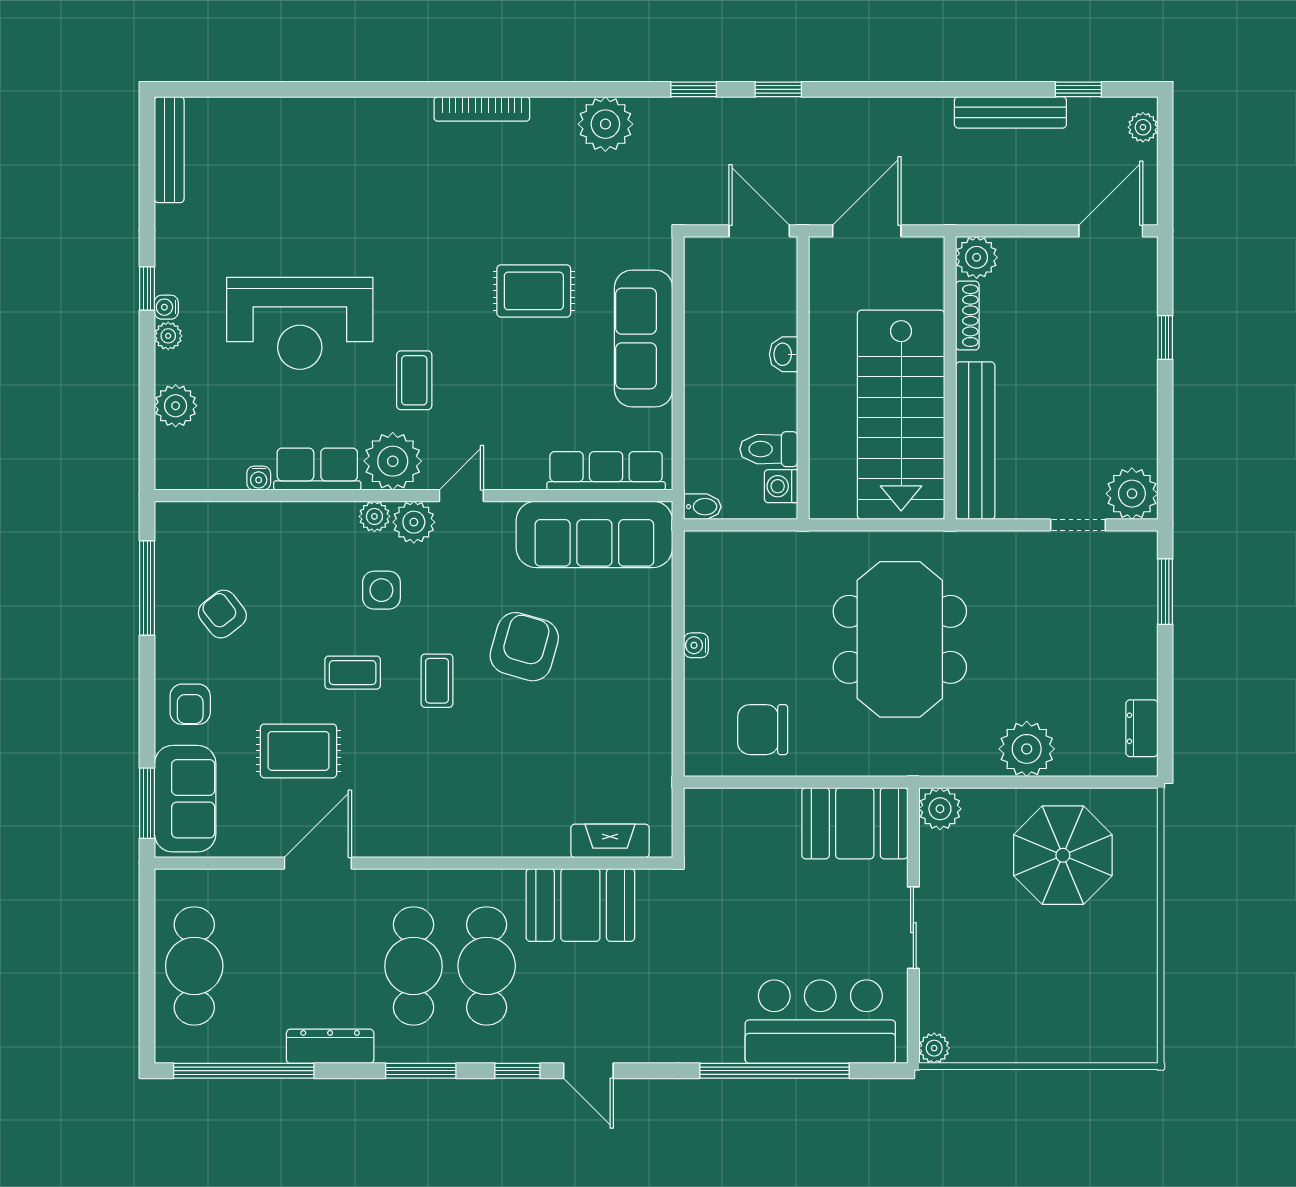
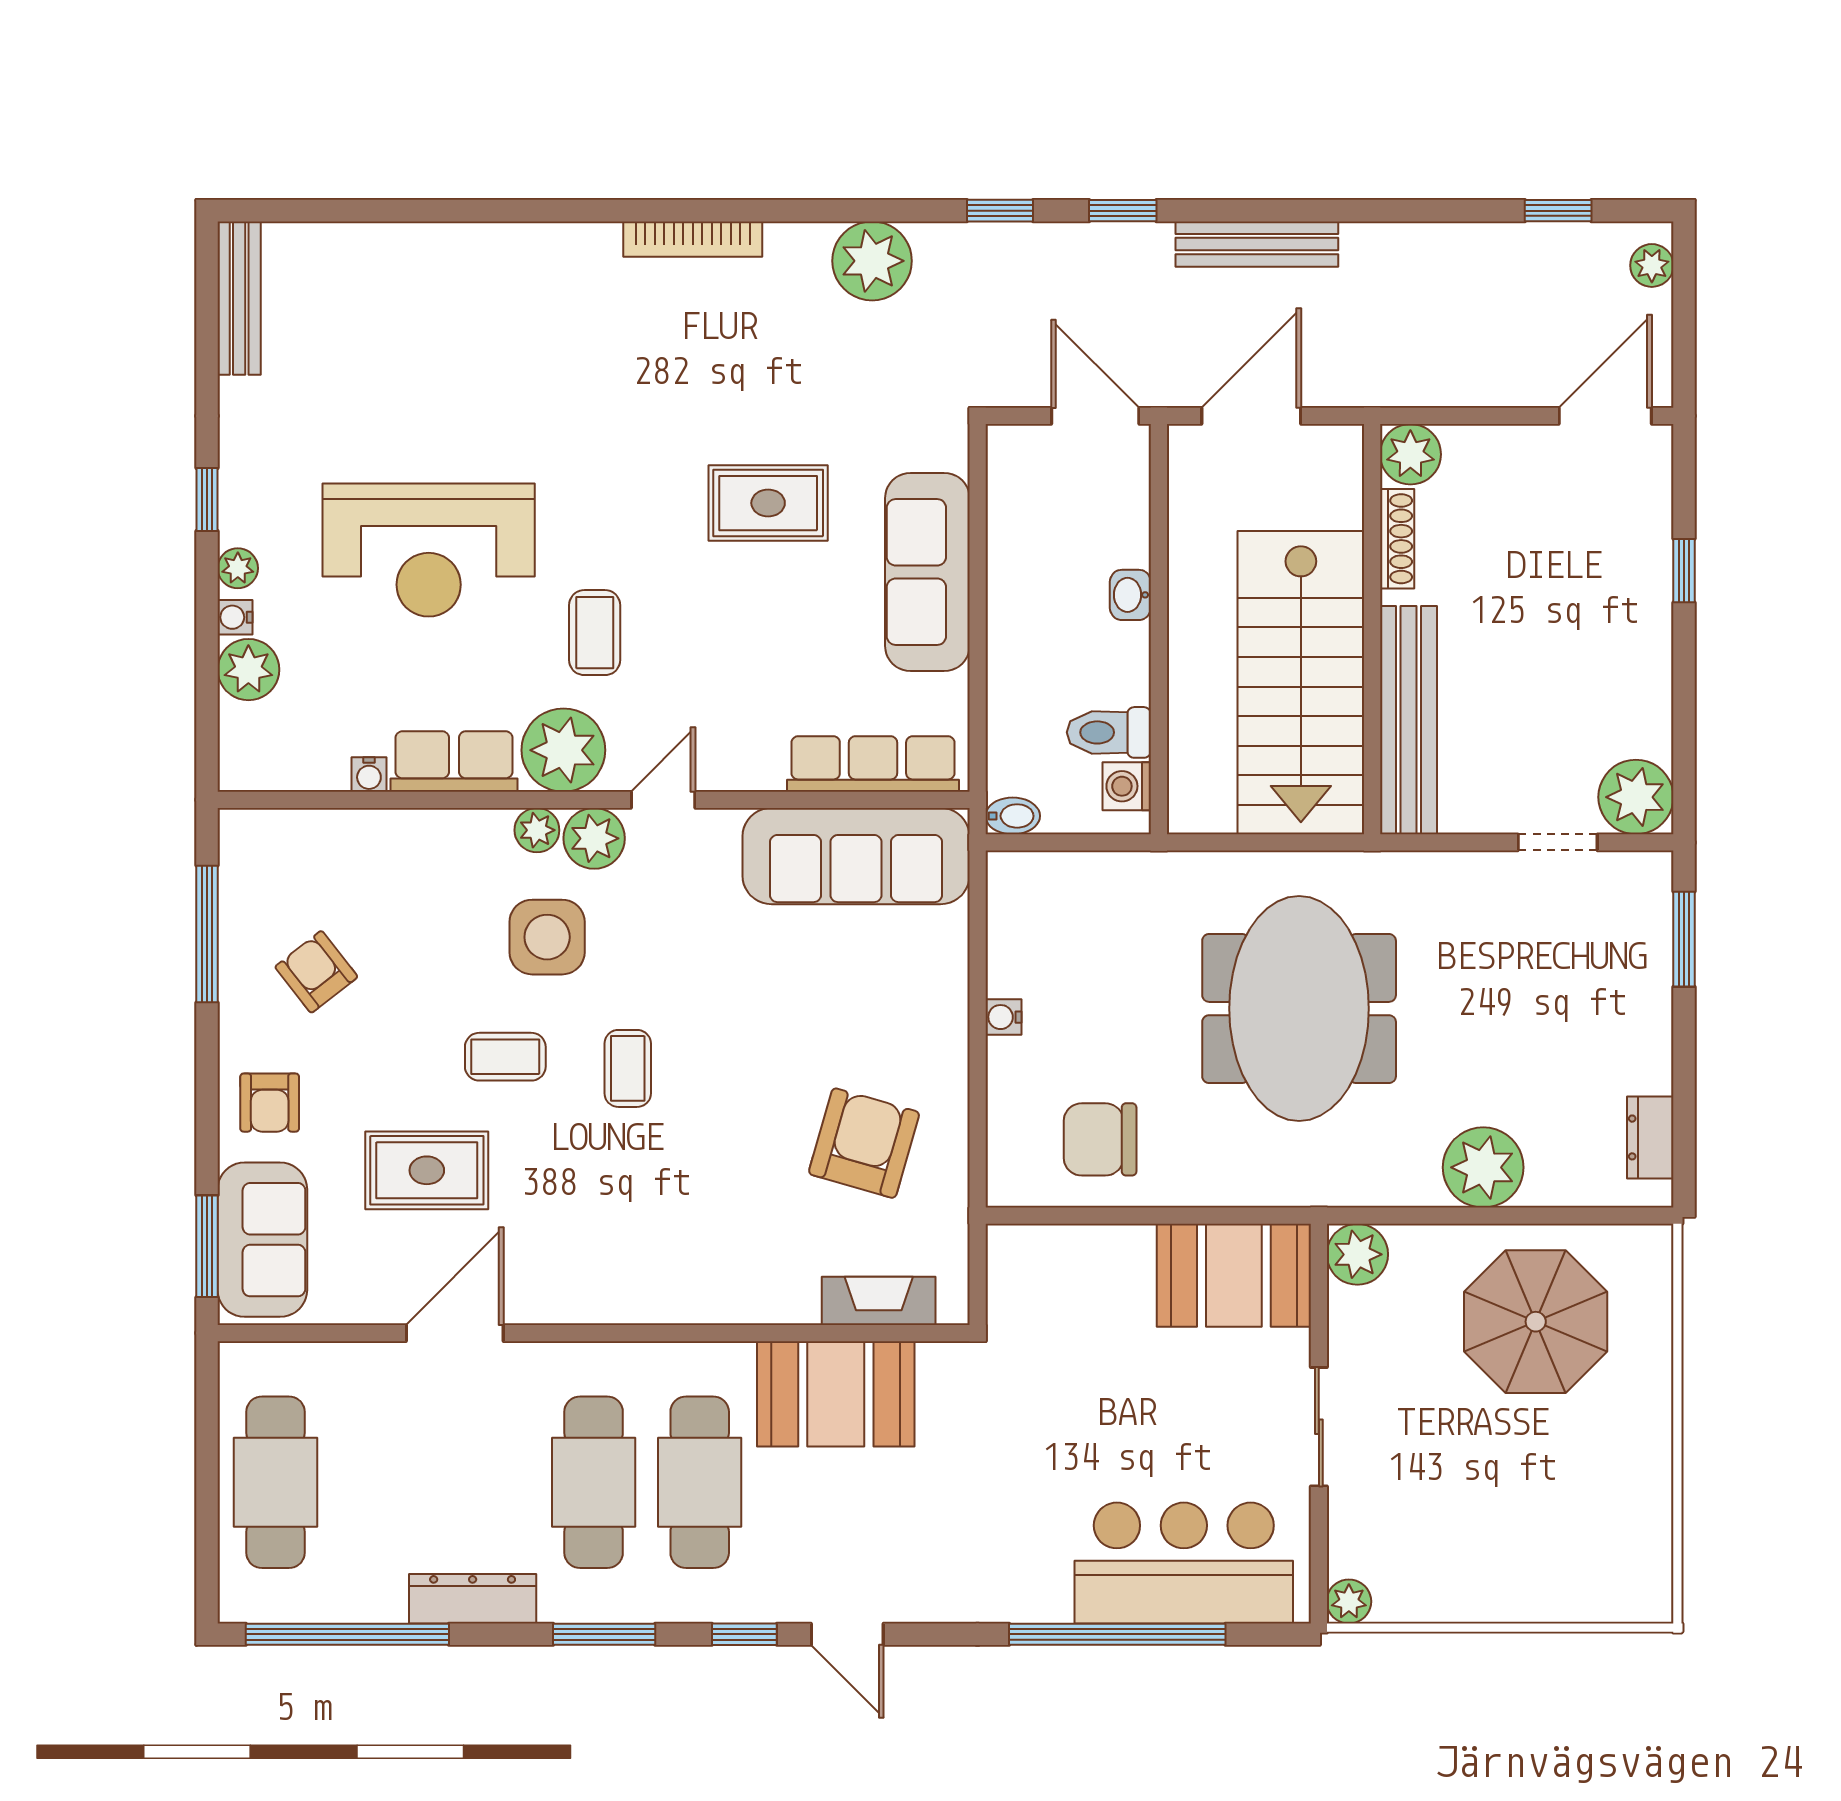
bench: (1010, 112) -> (1257, 244), moved
water cooler: (166, 307) -> (235, 617), moved
side table: (381, 590) -> (547, 937), width x1.37, depth x1.37
armchair: (524, 647) -> (864, 1143), moved

